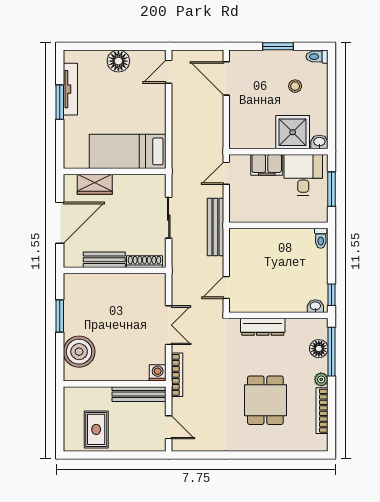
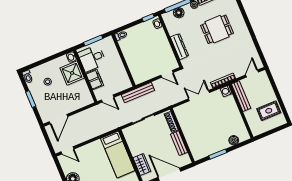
boiler: (79, 352) -> (234, 140), width x0.54, depth x0.54

